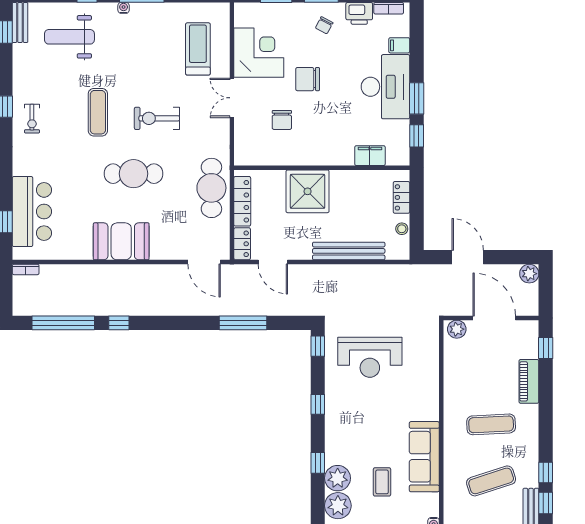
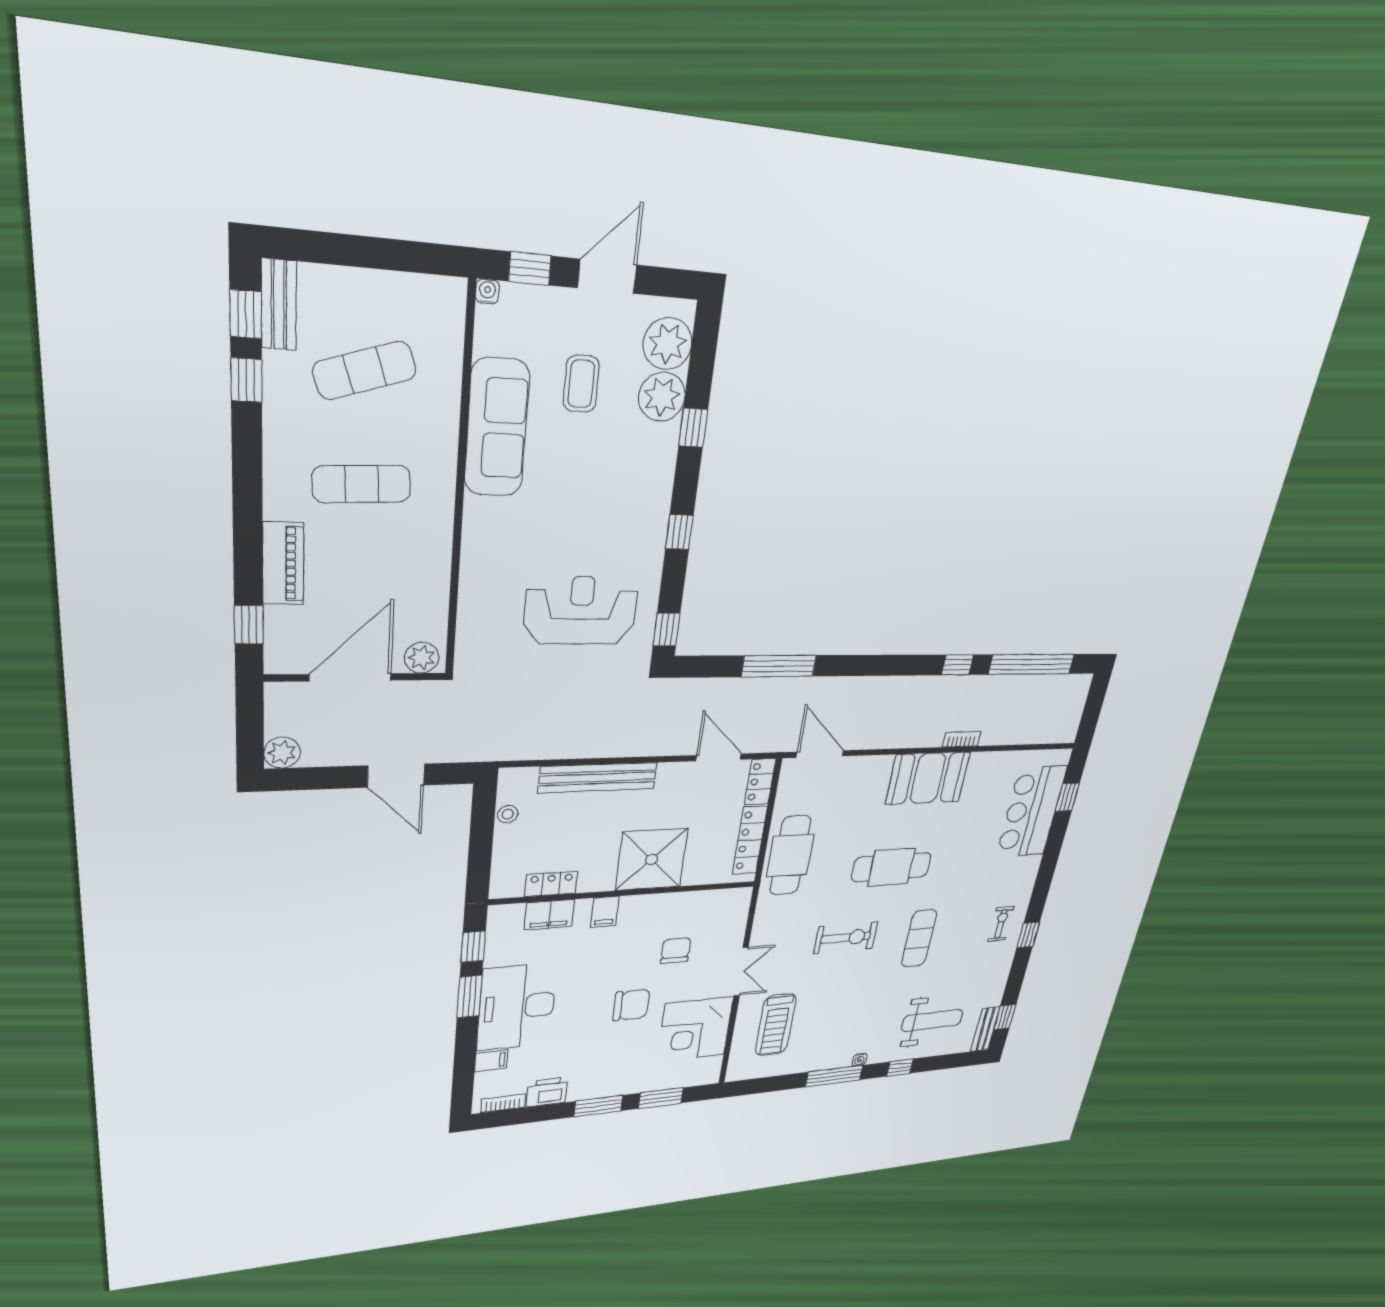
chair: (324, 25) -> (599, 1072), removed
filing cabinet: (334, 155) -> (605, 912), added
locker: (401, 197) -> (551, 884), moved, turned -90
bookcase: (26, 269) -> (962, 739), moved
door: (494, 318) -> (350, 677), swing flipped

